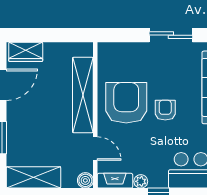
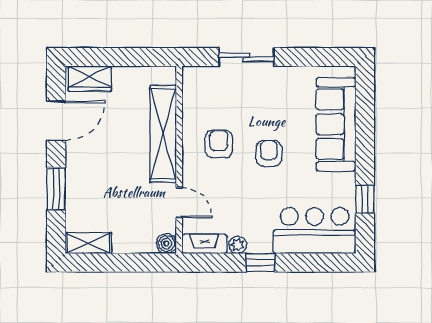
sliding door: (171, 35) -> (246, 57), moved
armchair: (126, 103) -> (219, 144), width x0.53, depth x0.53
shelving: (34, 177) -> (88, 243), width x0.67, depth x0.75

